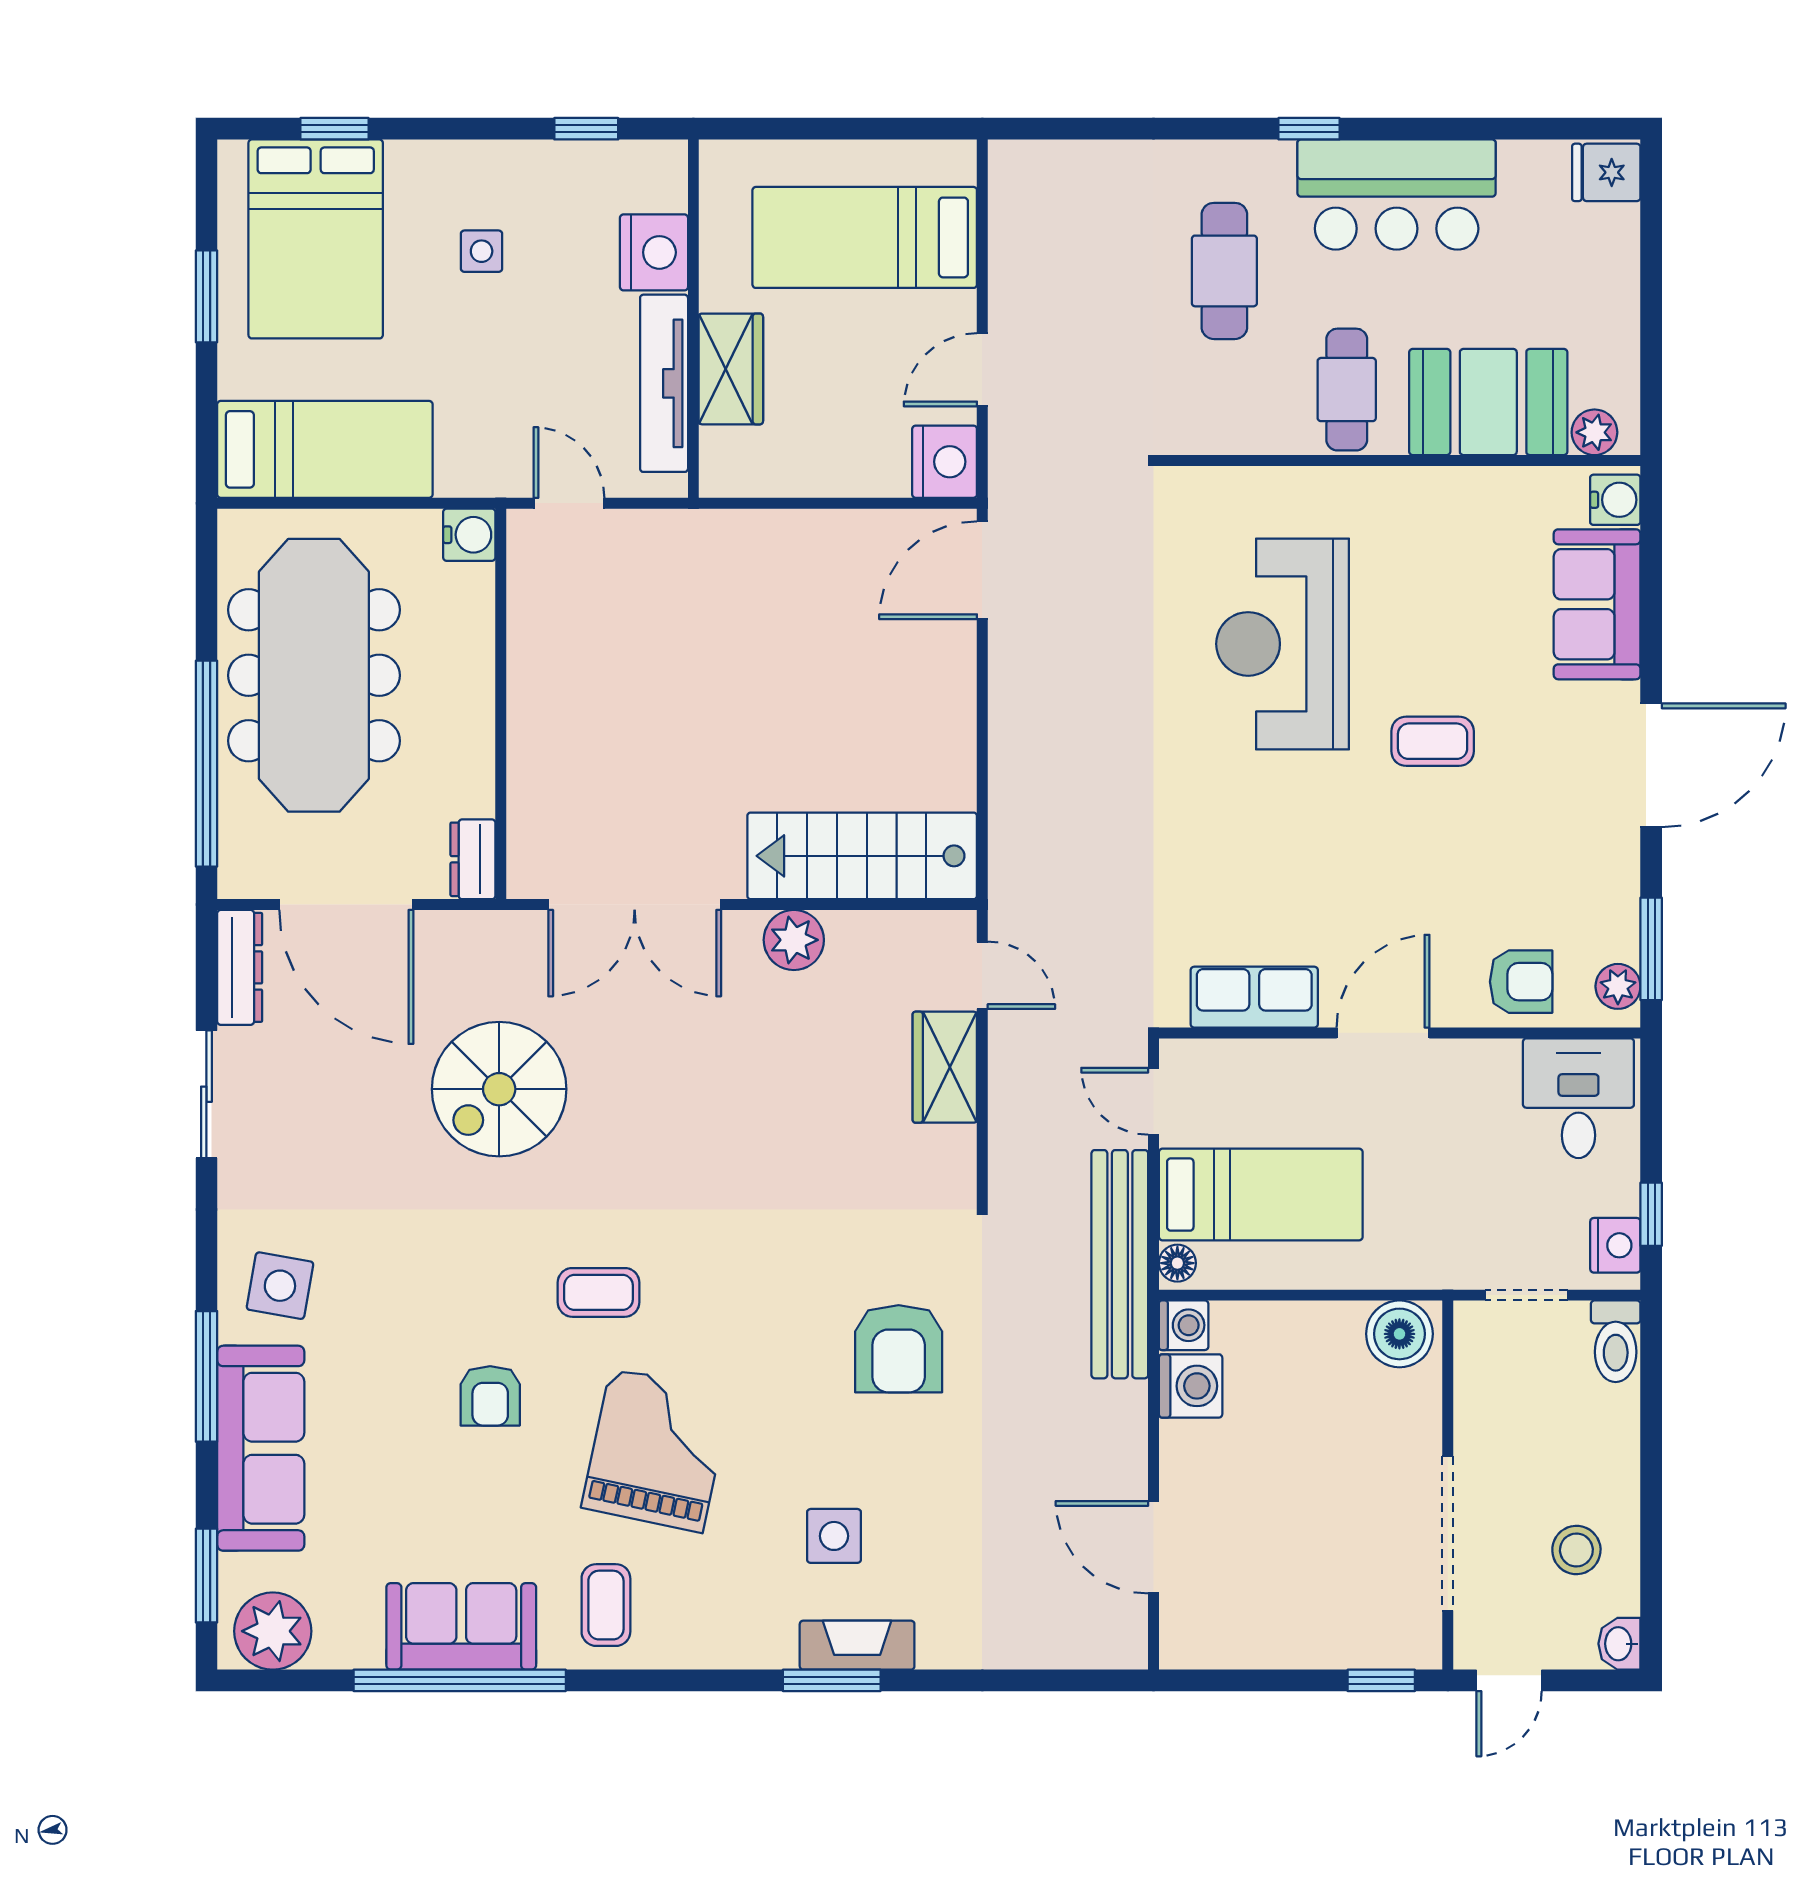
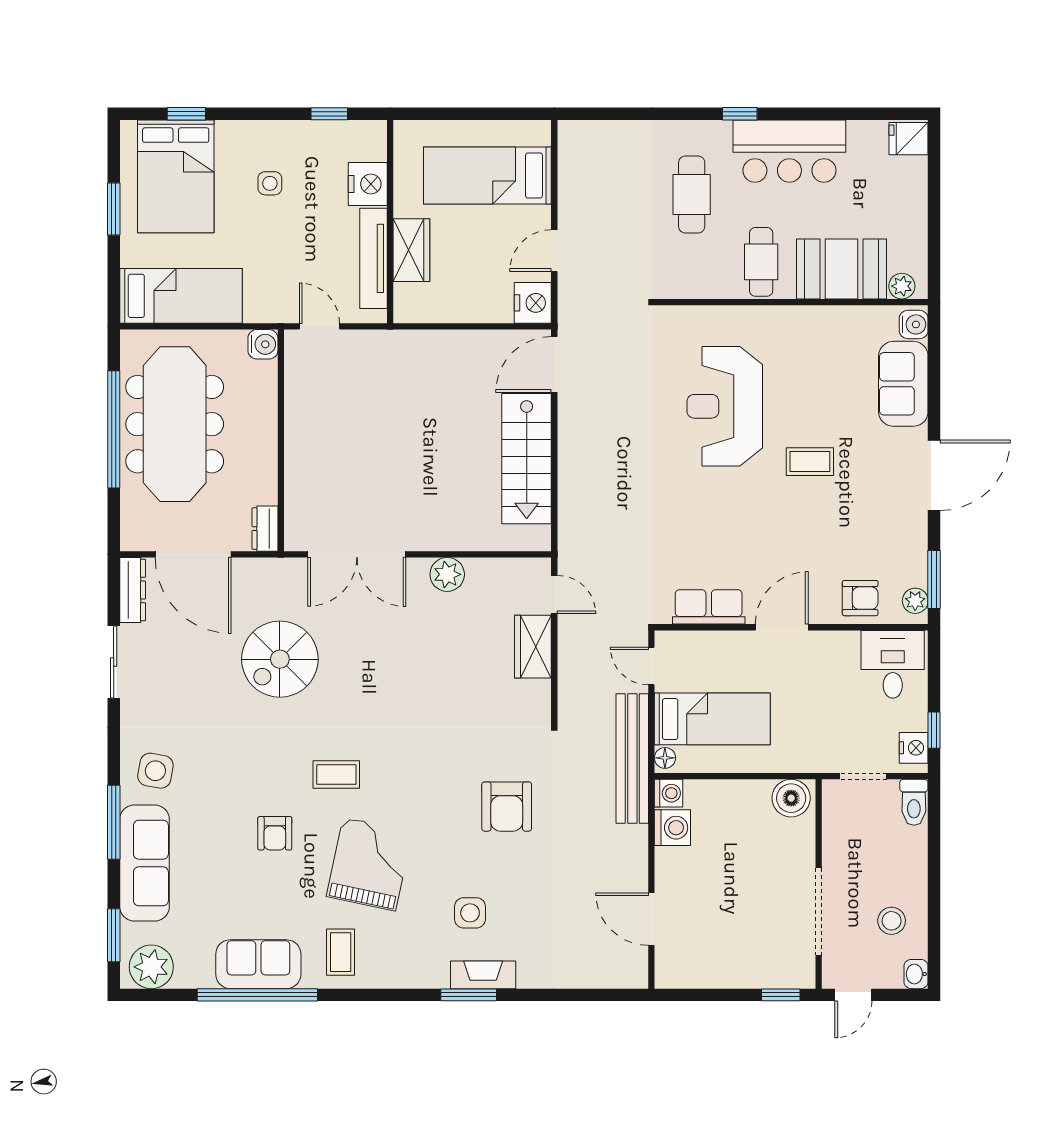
window: (206, 764) -> (114, 429), moved
stairs: (862, 856) -> (527, 459), moved, turned -90

